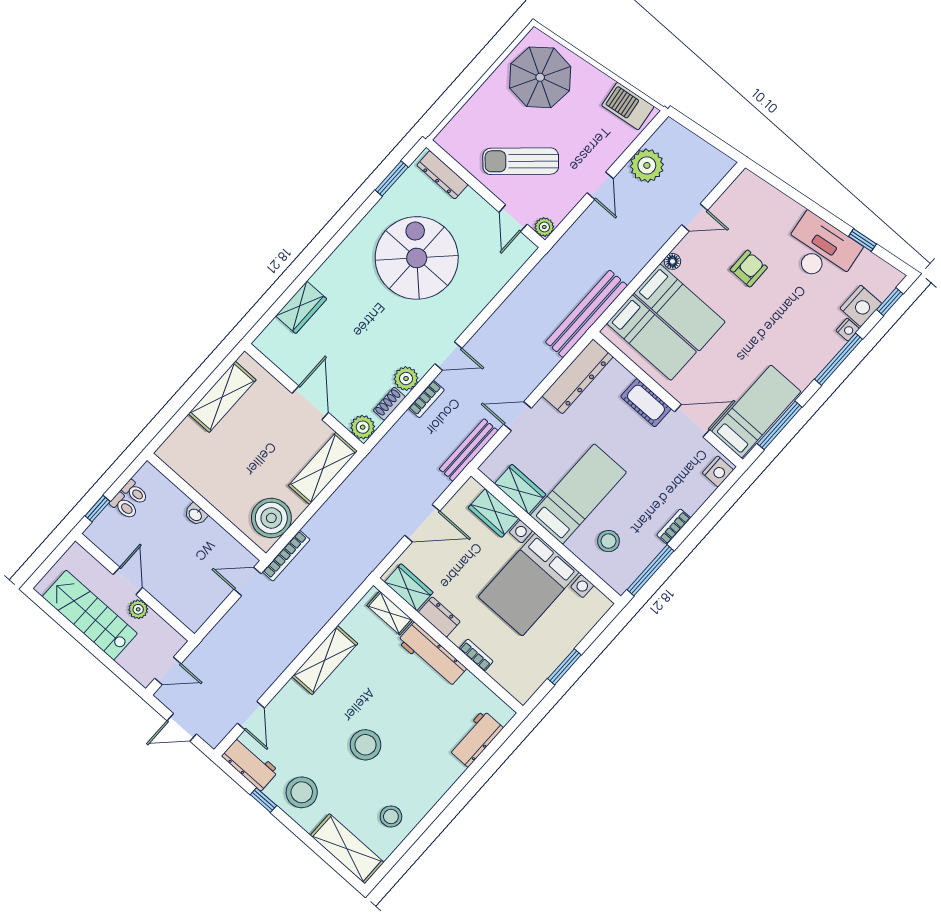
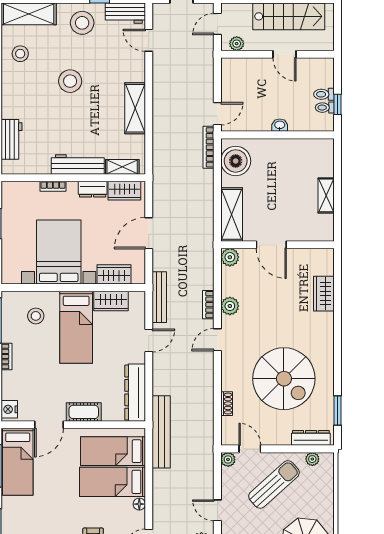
plant: (460, 153) -> (312, 459), added
shelving: (222, 397) -> (326, 195), width x0.67, depth x0.75
shoe rack: (389, 404) -> (227, 404), moved
window: (98, 509) -> (337, 104), moved
plant: (138, 609) -> (237, 44), moved

